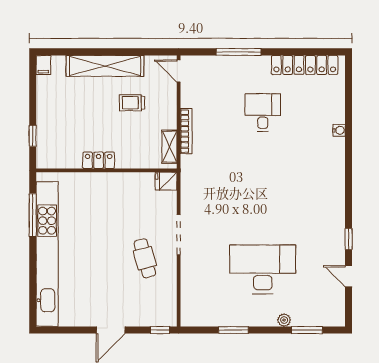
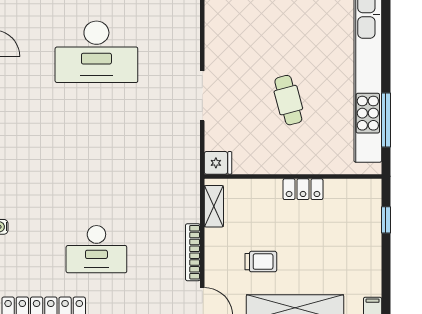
desk: (263, 113) -> (96, 249), width x1.37
bookcase: (186, 131) -> (193, 252), moved
cafe table: (145, 258) -> (288, 100), moved

